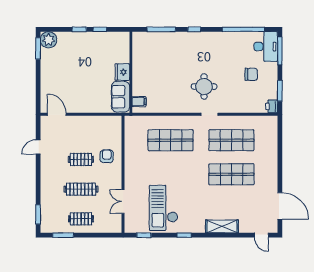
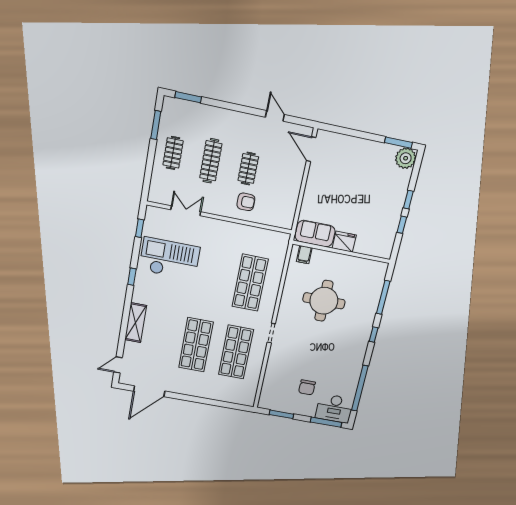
round table: (204, 87) -> (324, 301), moved, width x1.36, depth x1.36
printer: (272, 106) -> (266, 403), removed
door: (57, 114) -> (311, 149), swing flipped

